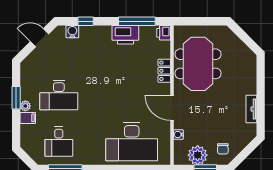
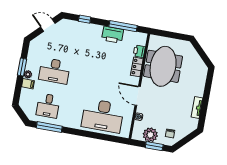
water cooler: (72, 32) -> (73, 25), removed
printer: (164, 33) -> (139, 51), moved

